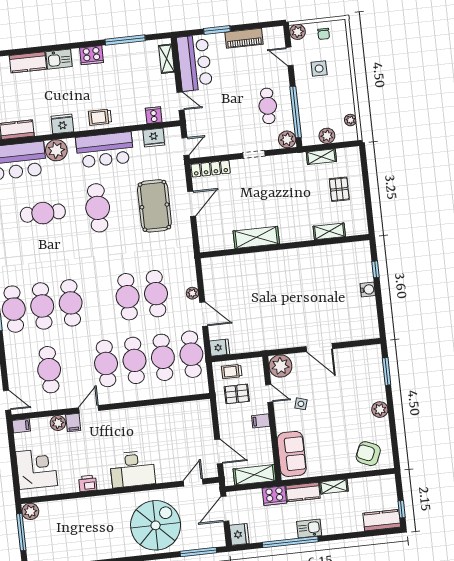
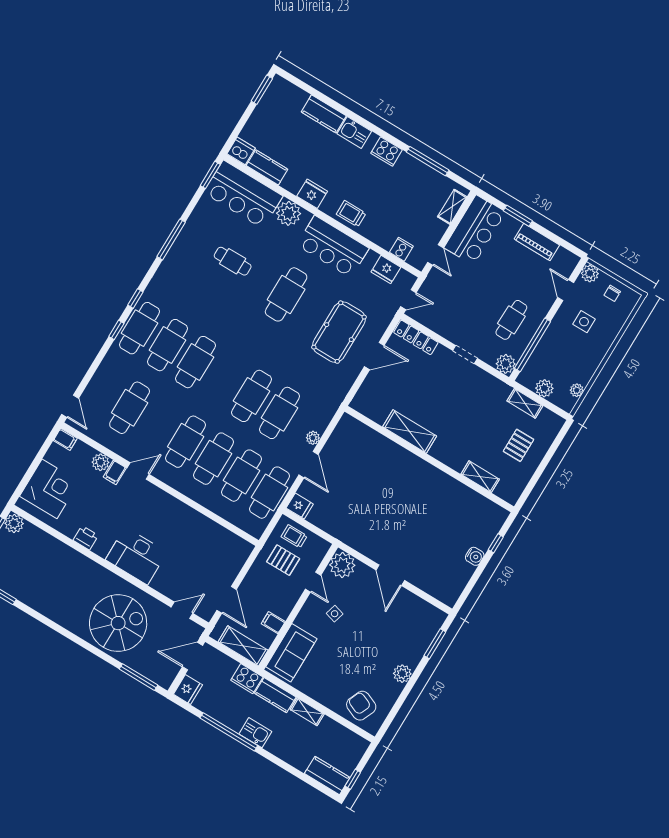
cafe table: (43, 213) -> (233, 261), width x0.73, depth x0.74
filing cabinet: (261, 421) -> (273, 623), moved

